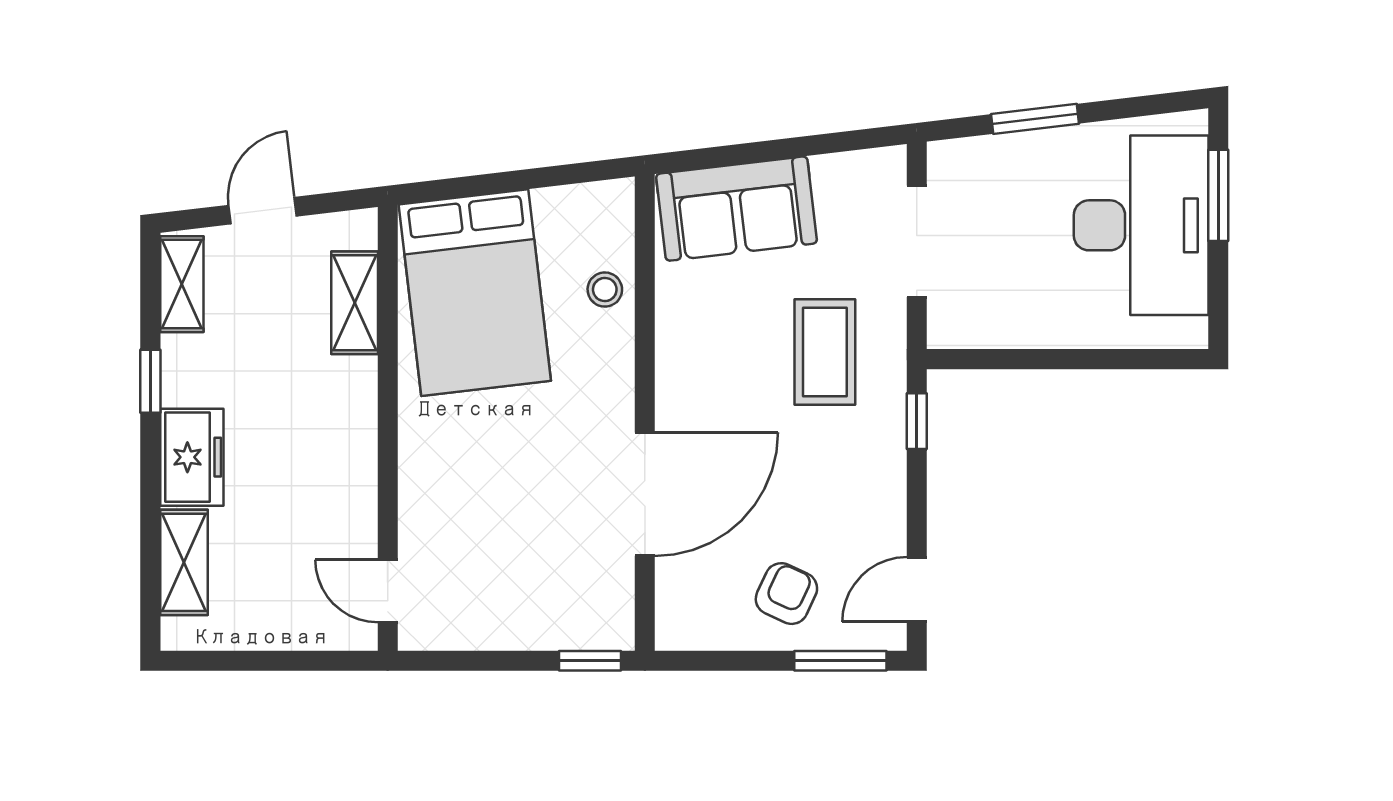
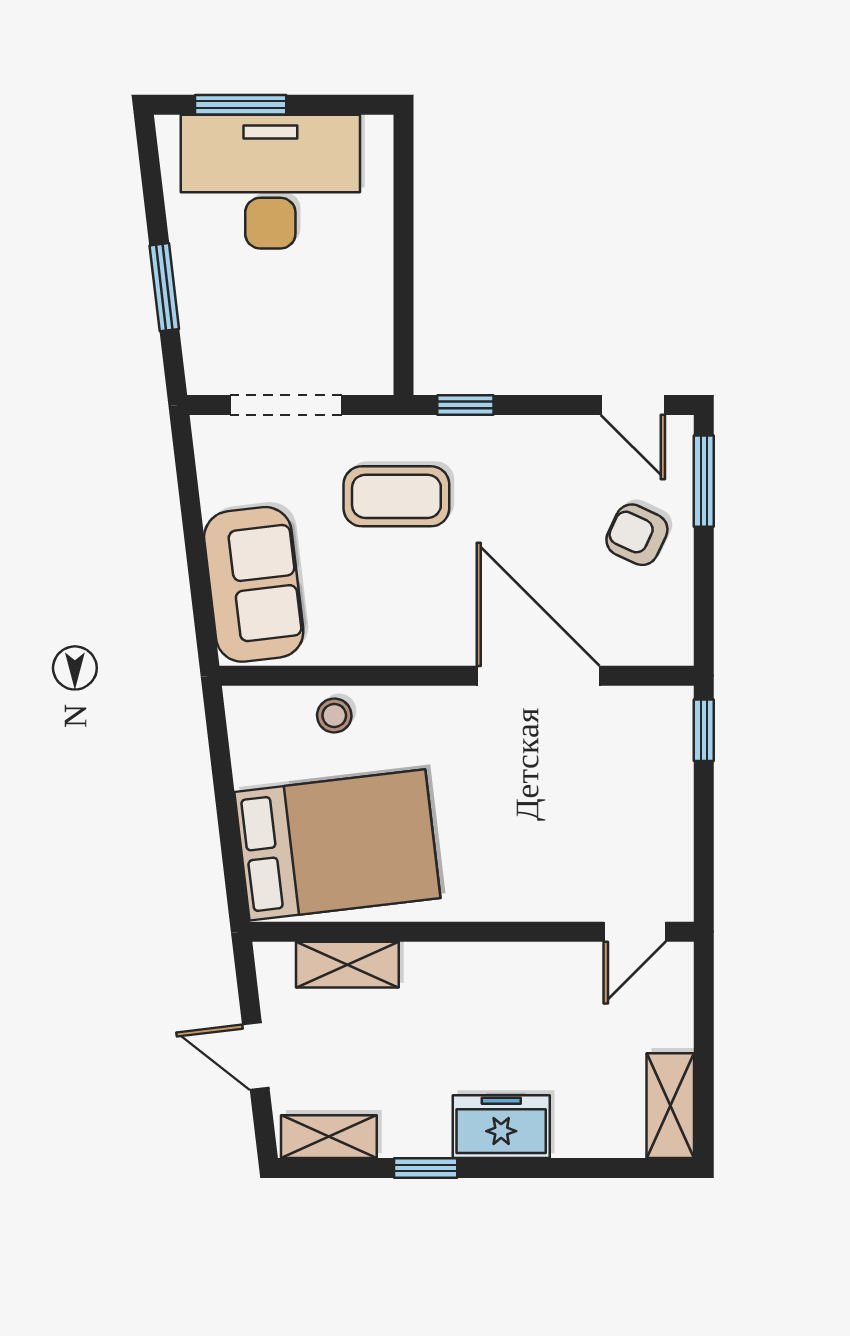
shelving: (184, 562) -> (670, 1106), moved, turned 90

